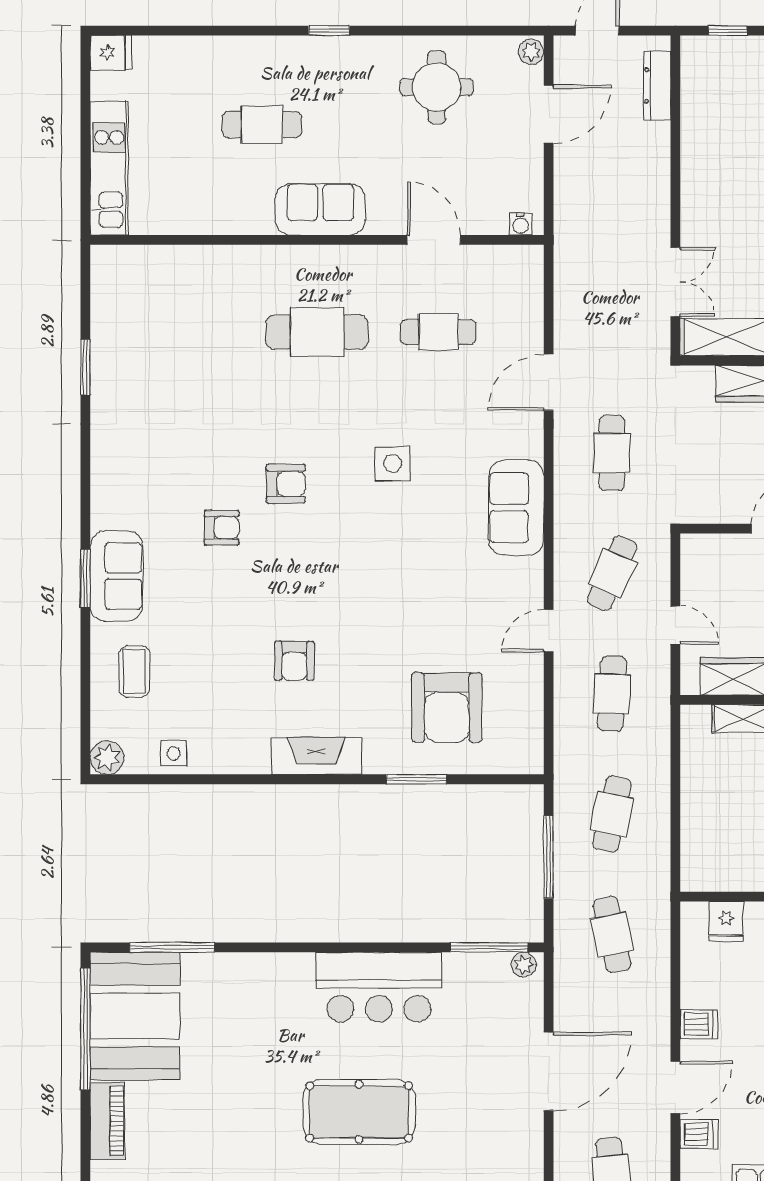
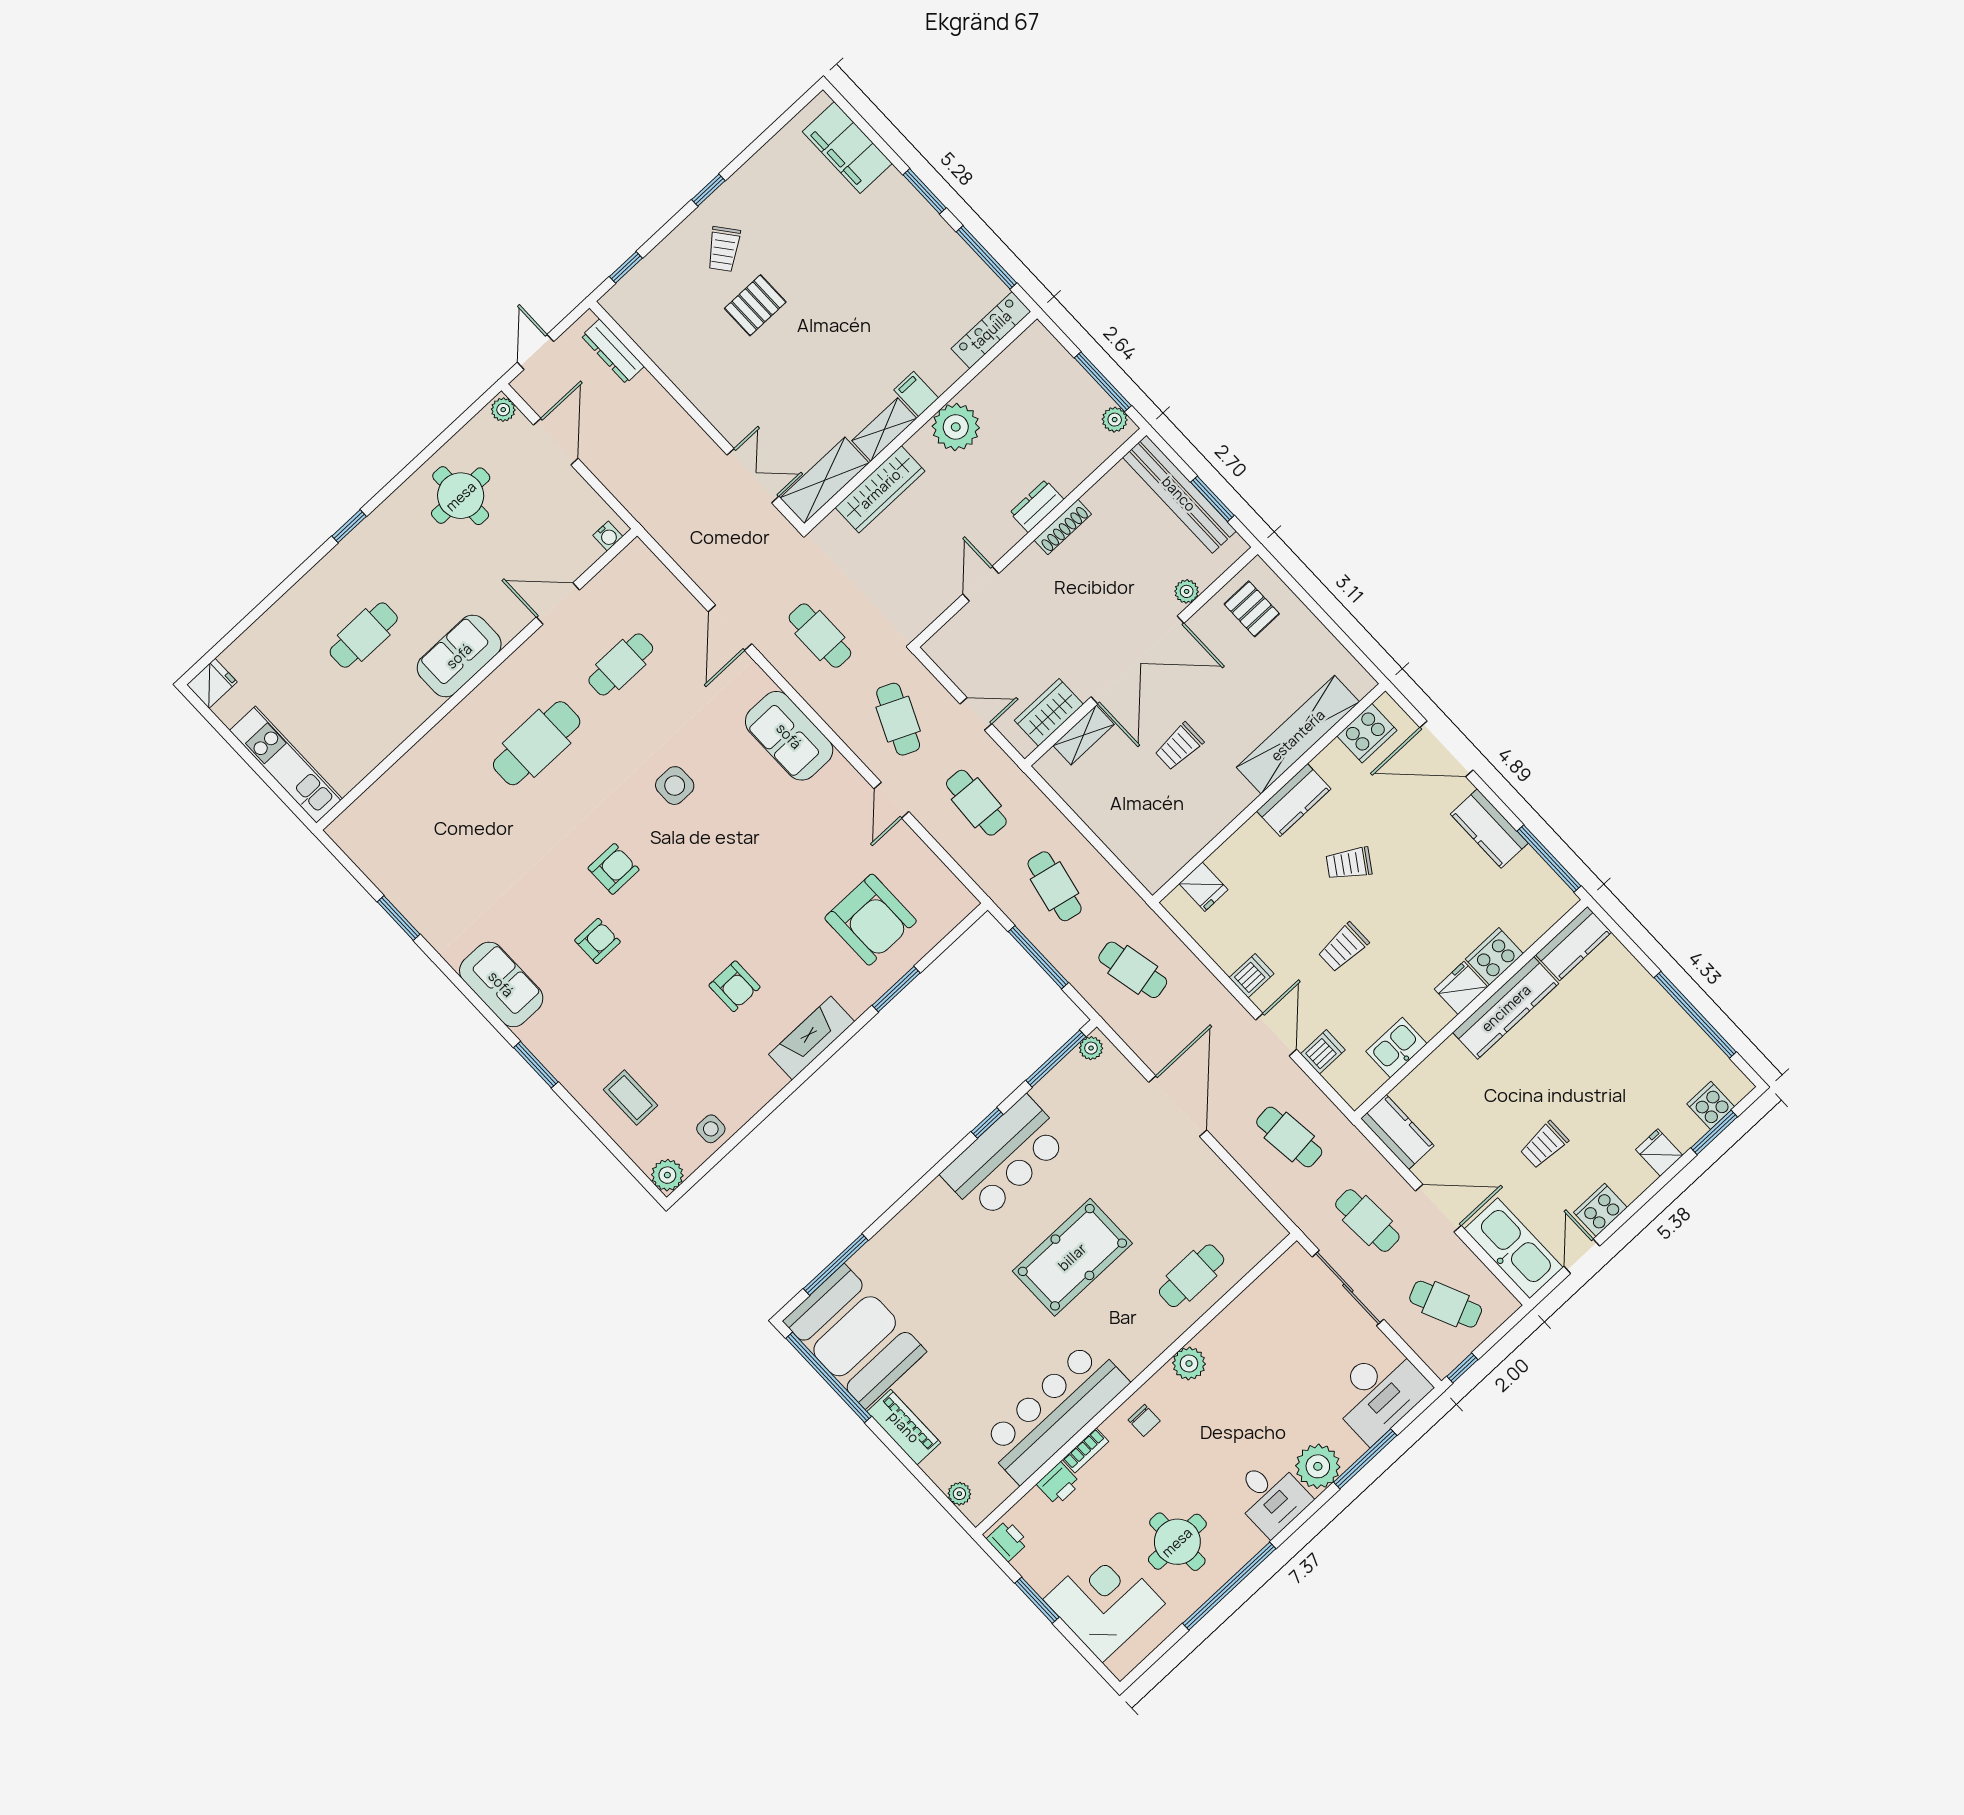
sofa: (116, 576) -> (501, 984), moved
window: (390, 947) -> (987, 1123), added

